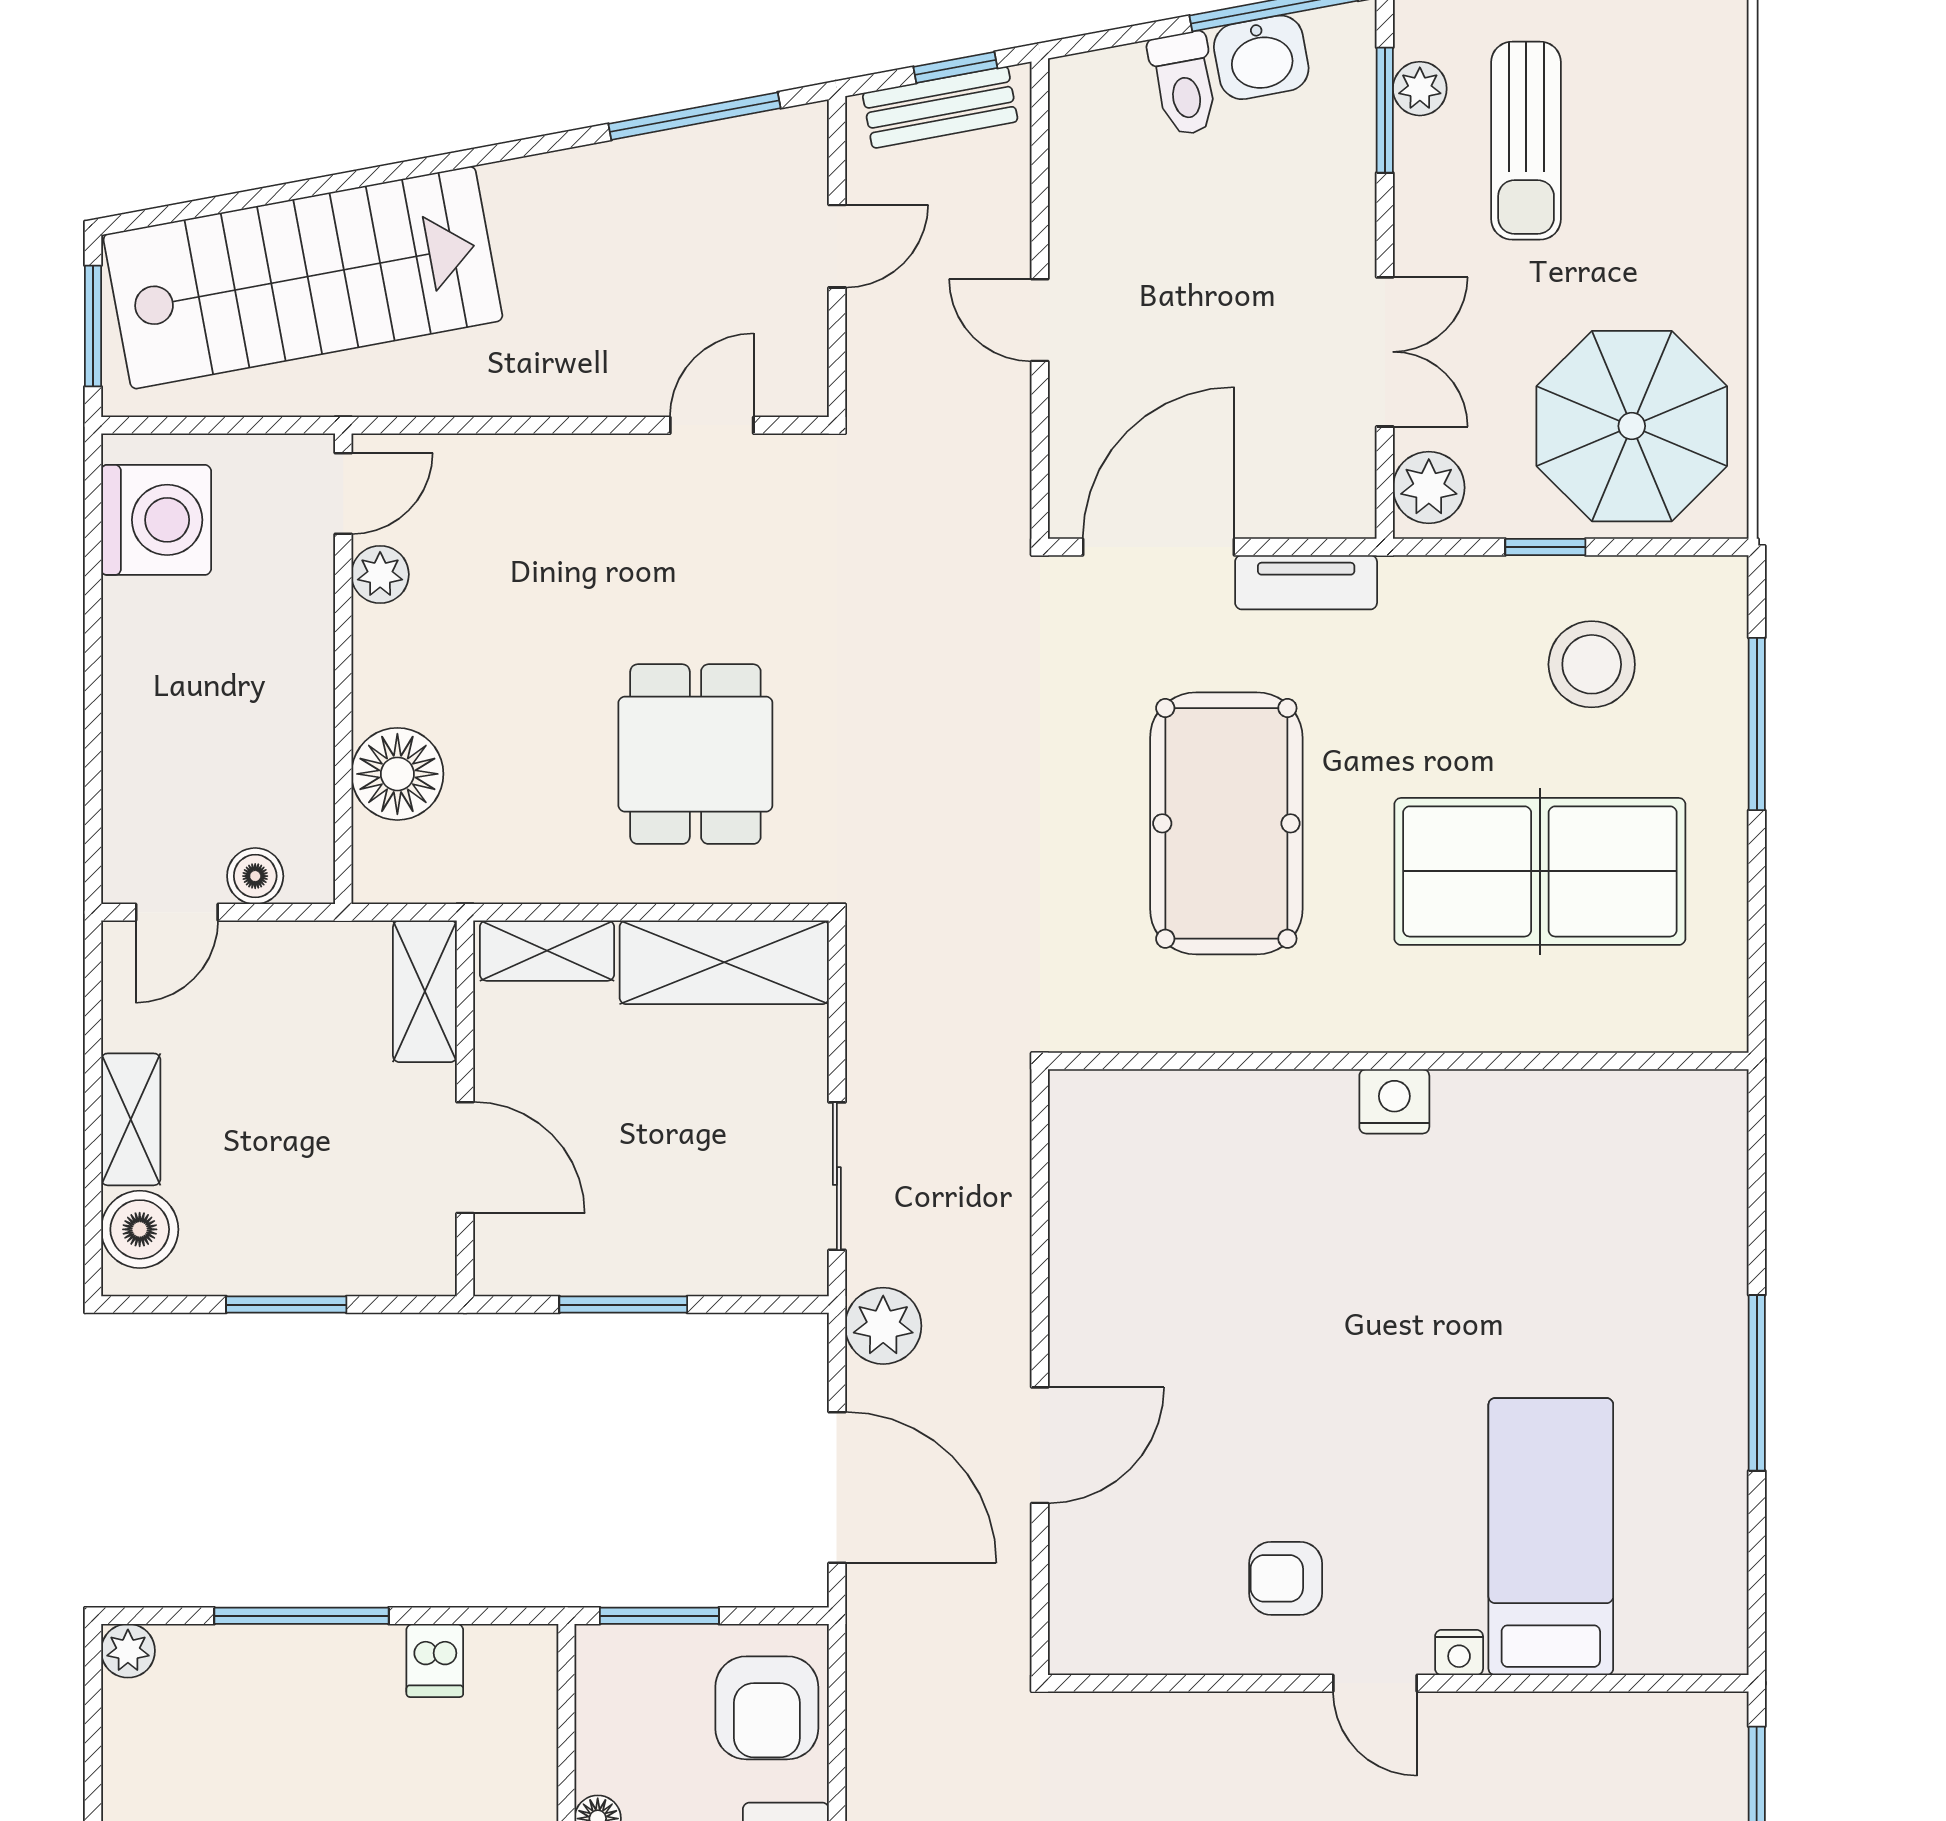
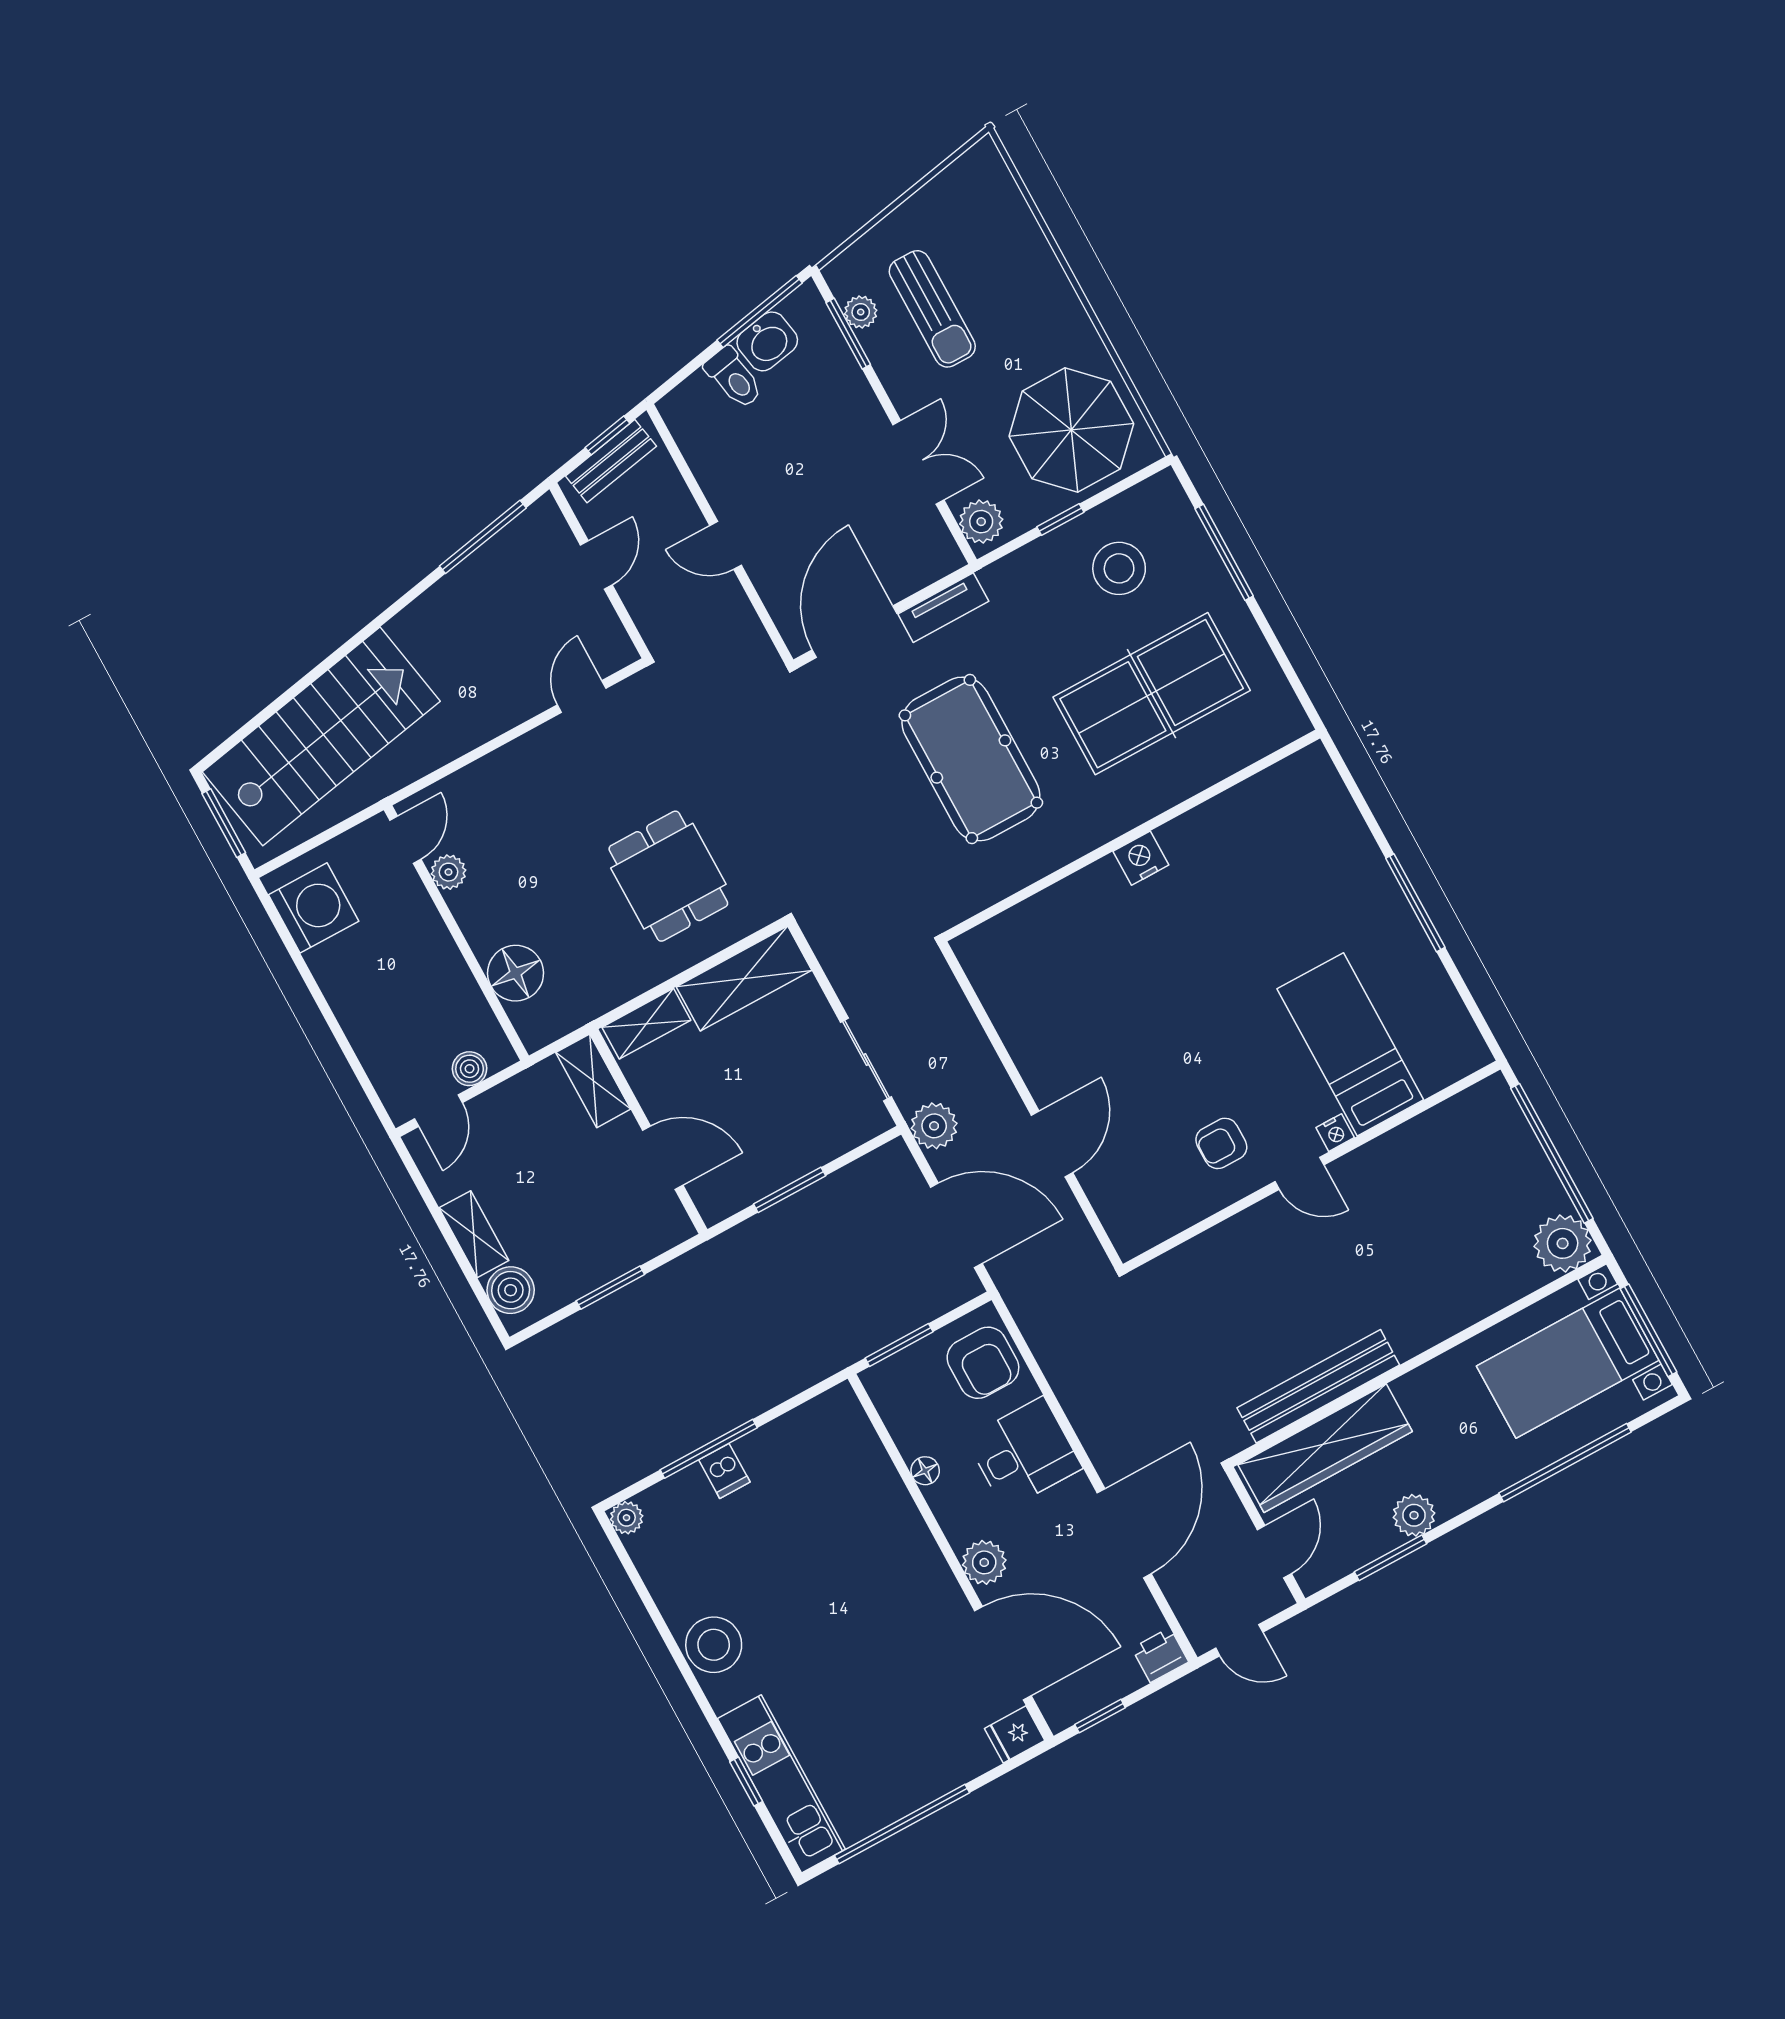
dishwasher: (435, 1660) -> (724, 1471), moved

